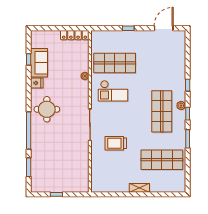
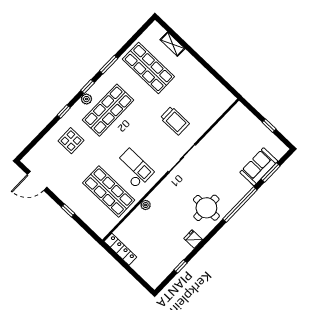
sofa: (39, 63) -> (259, 167), moved
display table: (166, 72) -> (71, 141), added
shelving: (139, 188) -> (172, 44), moved

